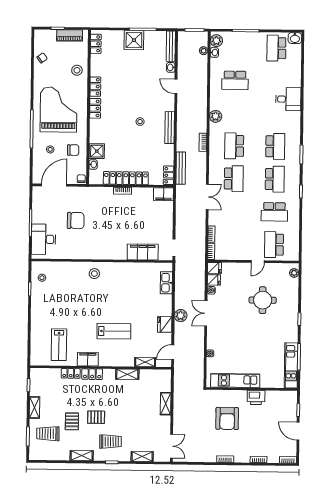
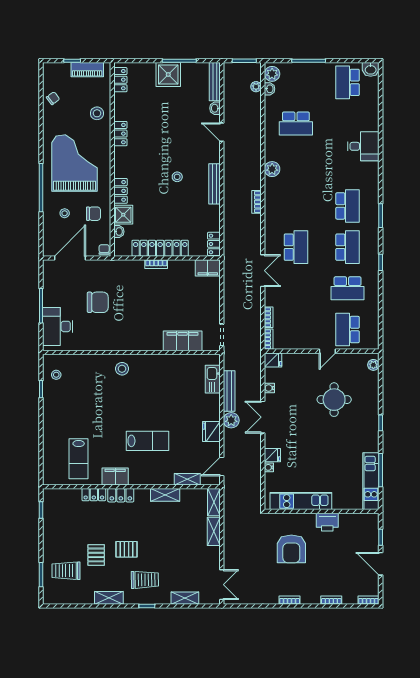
locker: (95, 108) -> (120, 191), moved
school desk: (234, 146) -> (296, 206), removed
bench: (181, 168) -> (229, 391), moved
fridge: (214, 280) -> (272, 455), moved
shelving: (34, 407) -> (214, 502), moved

